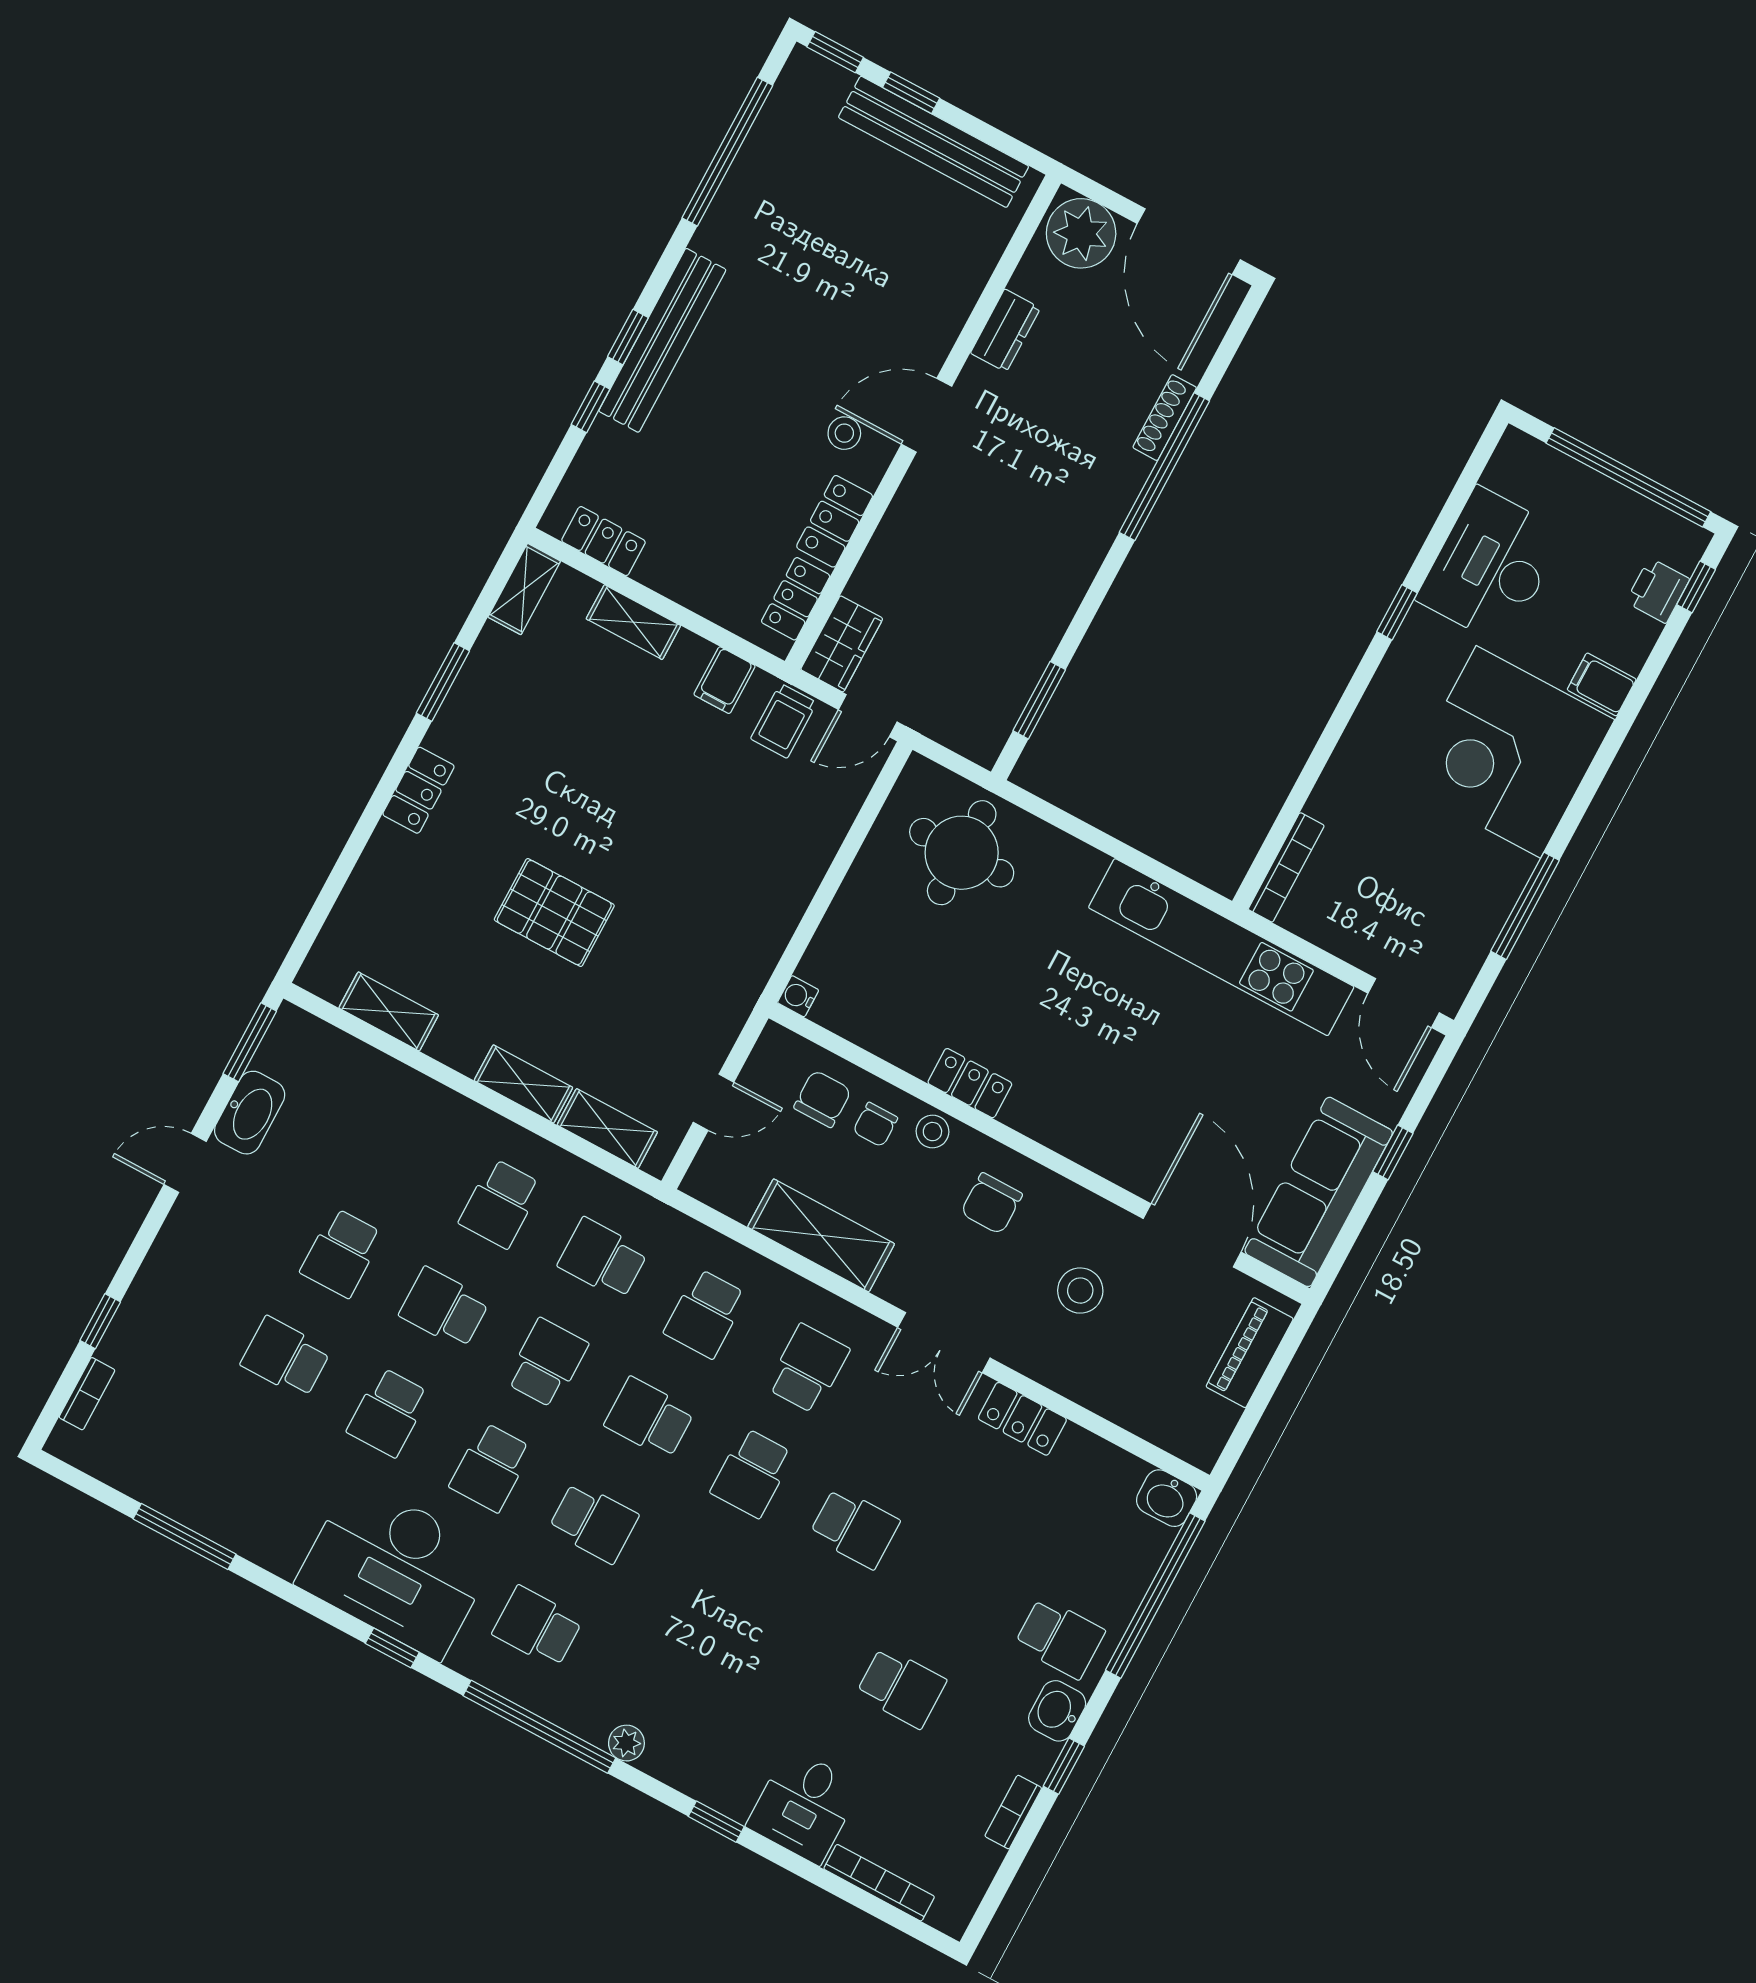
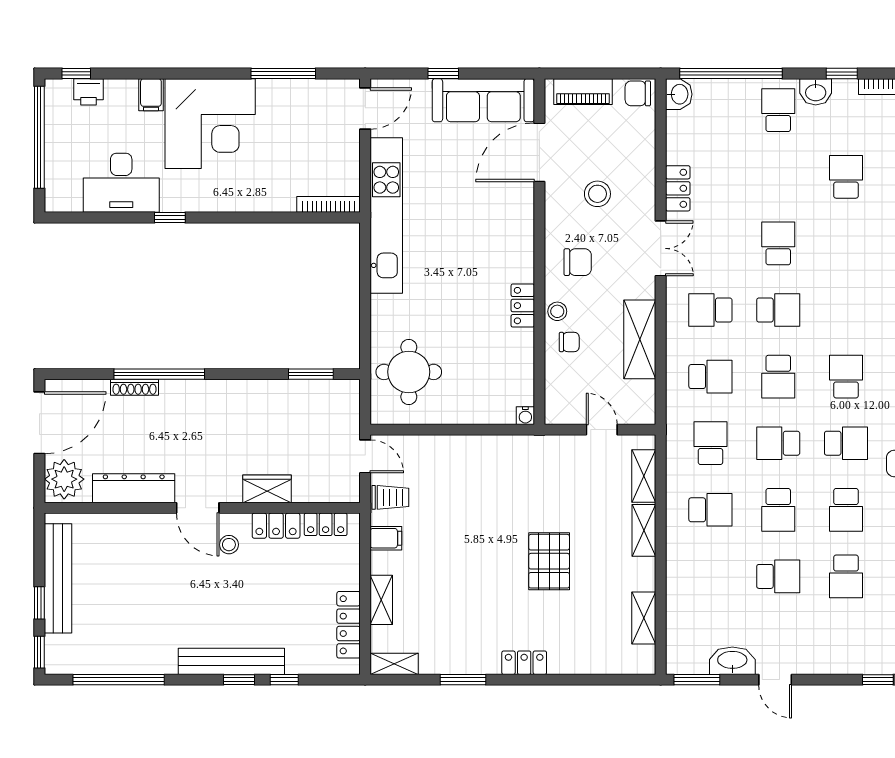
dresser: (1005, 331) -> (134, 488), width x1.96, depth x1.24
locker: (603, 541) -> (349, 625), width x1.53
wardrobe: (842, 644) -> (267, 489), moved
chair: (823, 1099) -> (638, 93), moved
school desk: (603, 1259) -> (710, 443), turned 180
school desk: (388, 1412) -> (846, 510), turned 90

